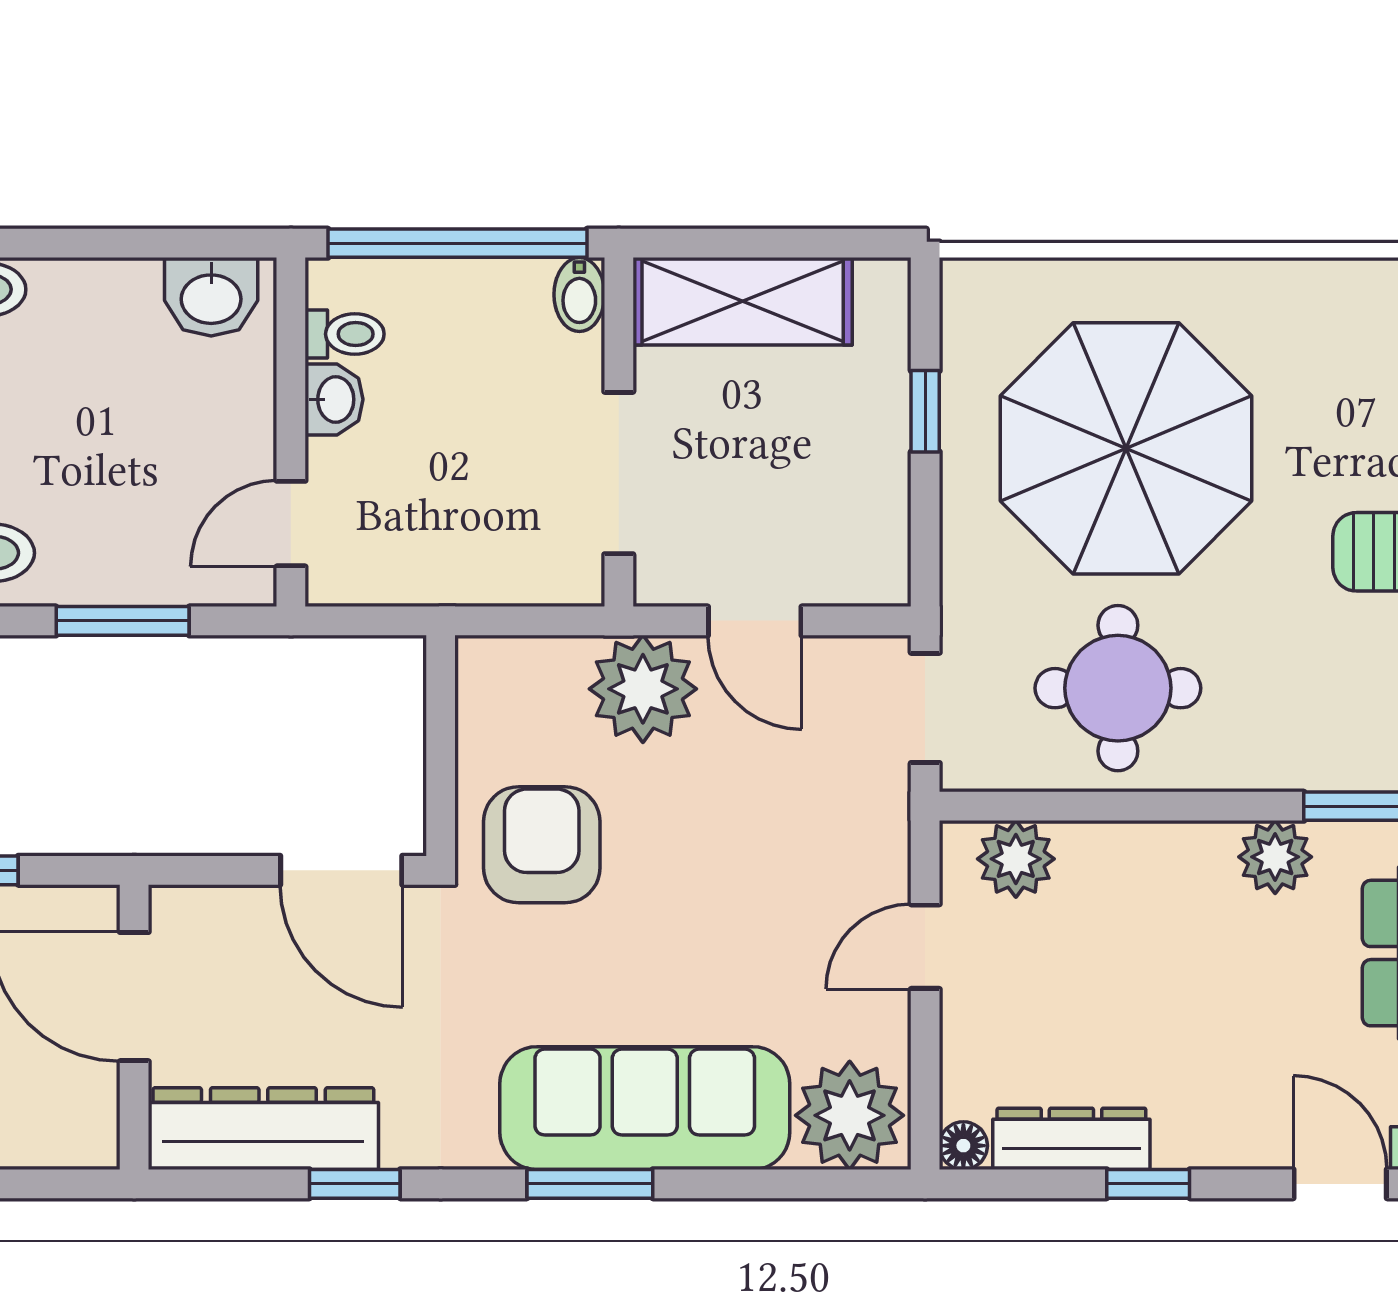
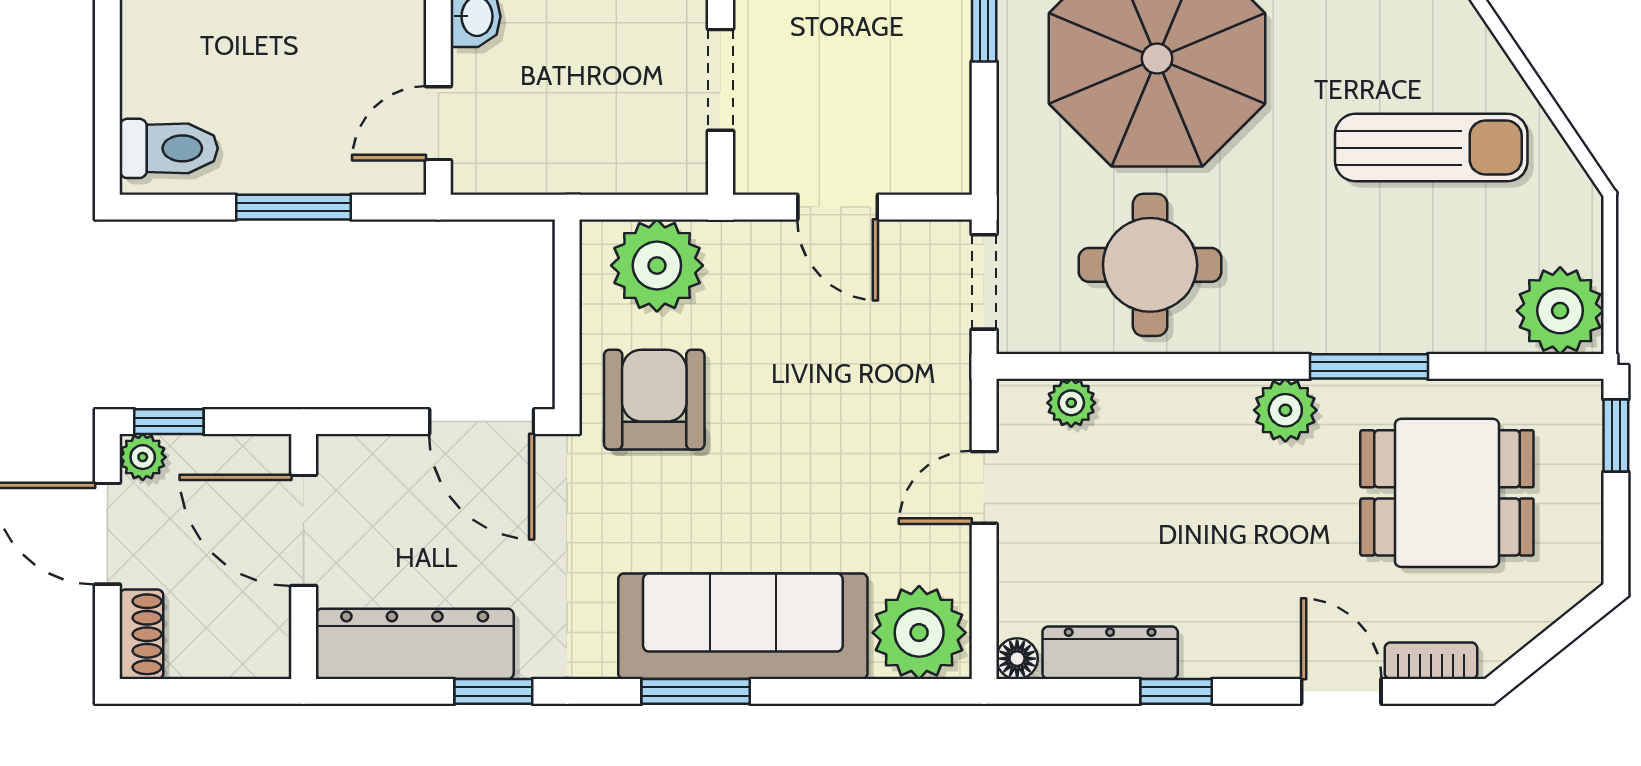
doorway: (619, 473) -> (721, 80), width x0.73
plant: (643, 689) -> (657, 265), moved
plant: (1016, 859) -> (1071, 403), width x0.73, depth x0.73

